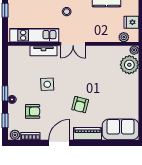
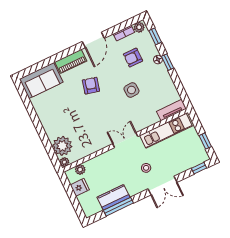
tv unit: (43, 51) -> (171, 110), moved

